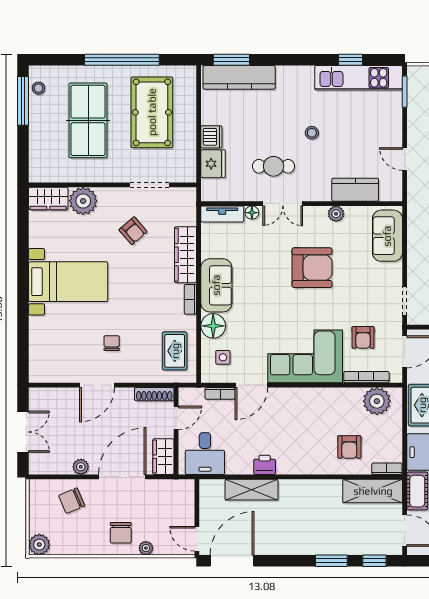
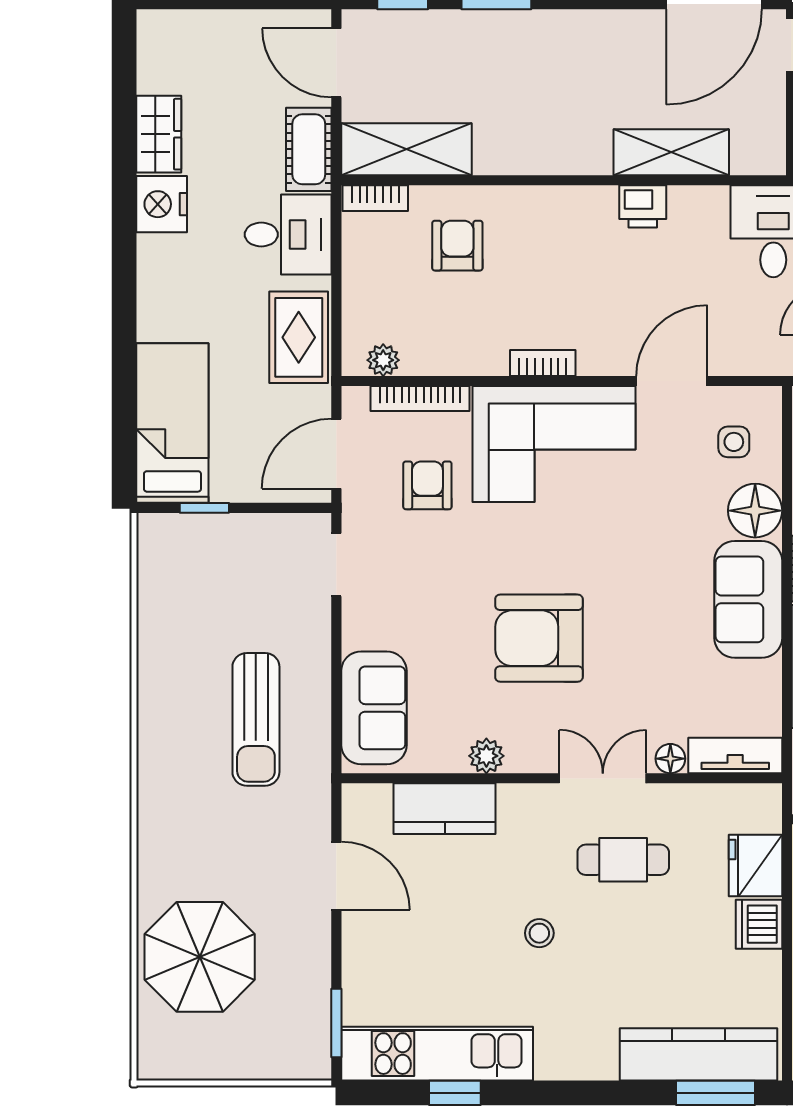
door: (405, 159) -> (336, 876), width x1.38
bookcase: (220, 393) -> (543, 363), moved
plant: (377, 401) -> (383, 360), width x0.53, depth x0.53

